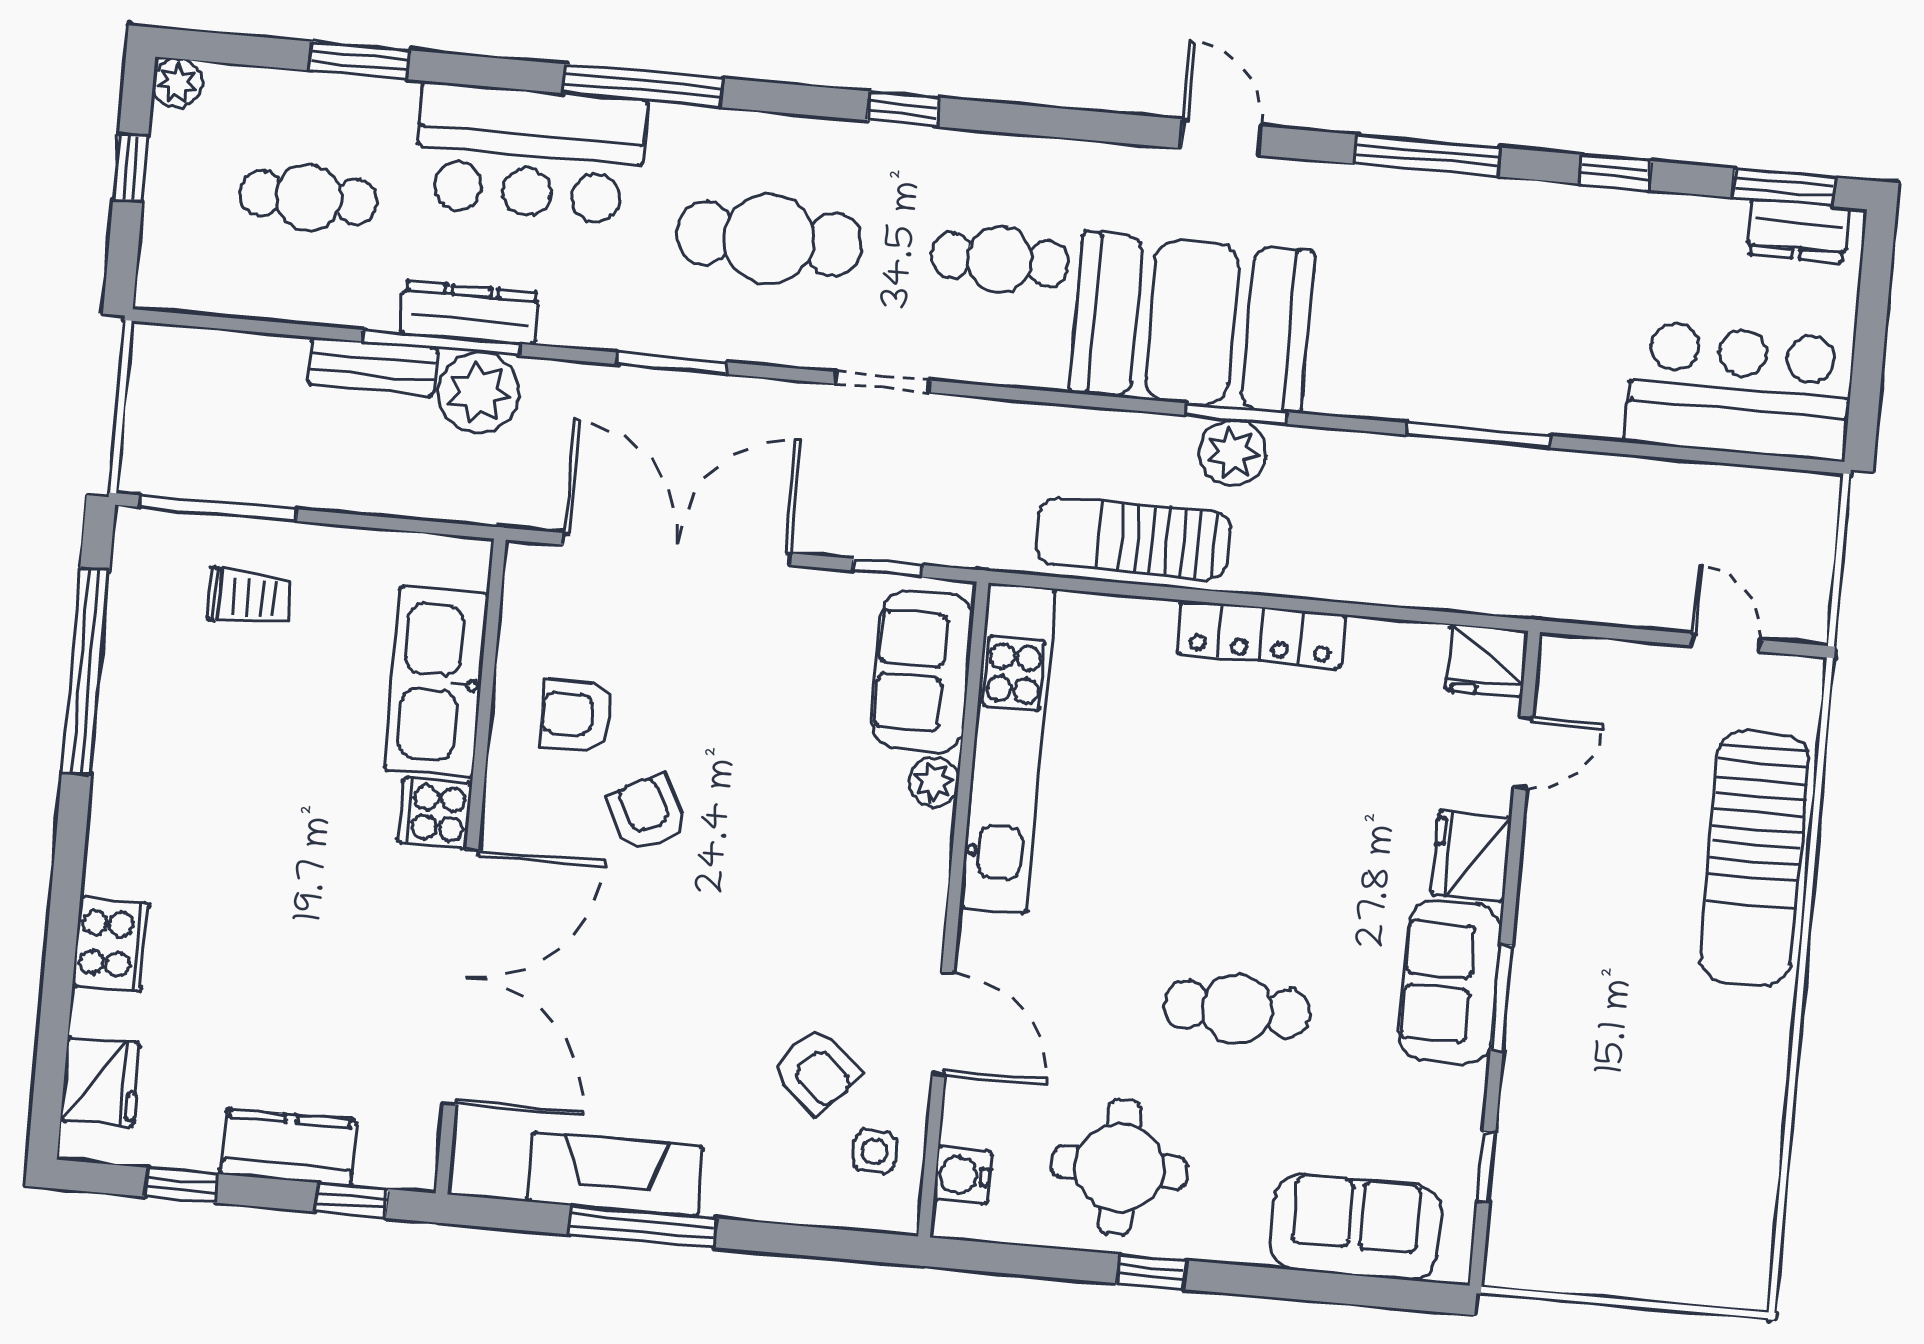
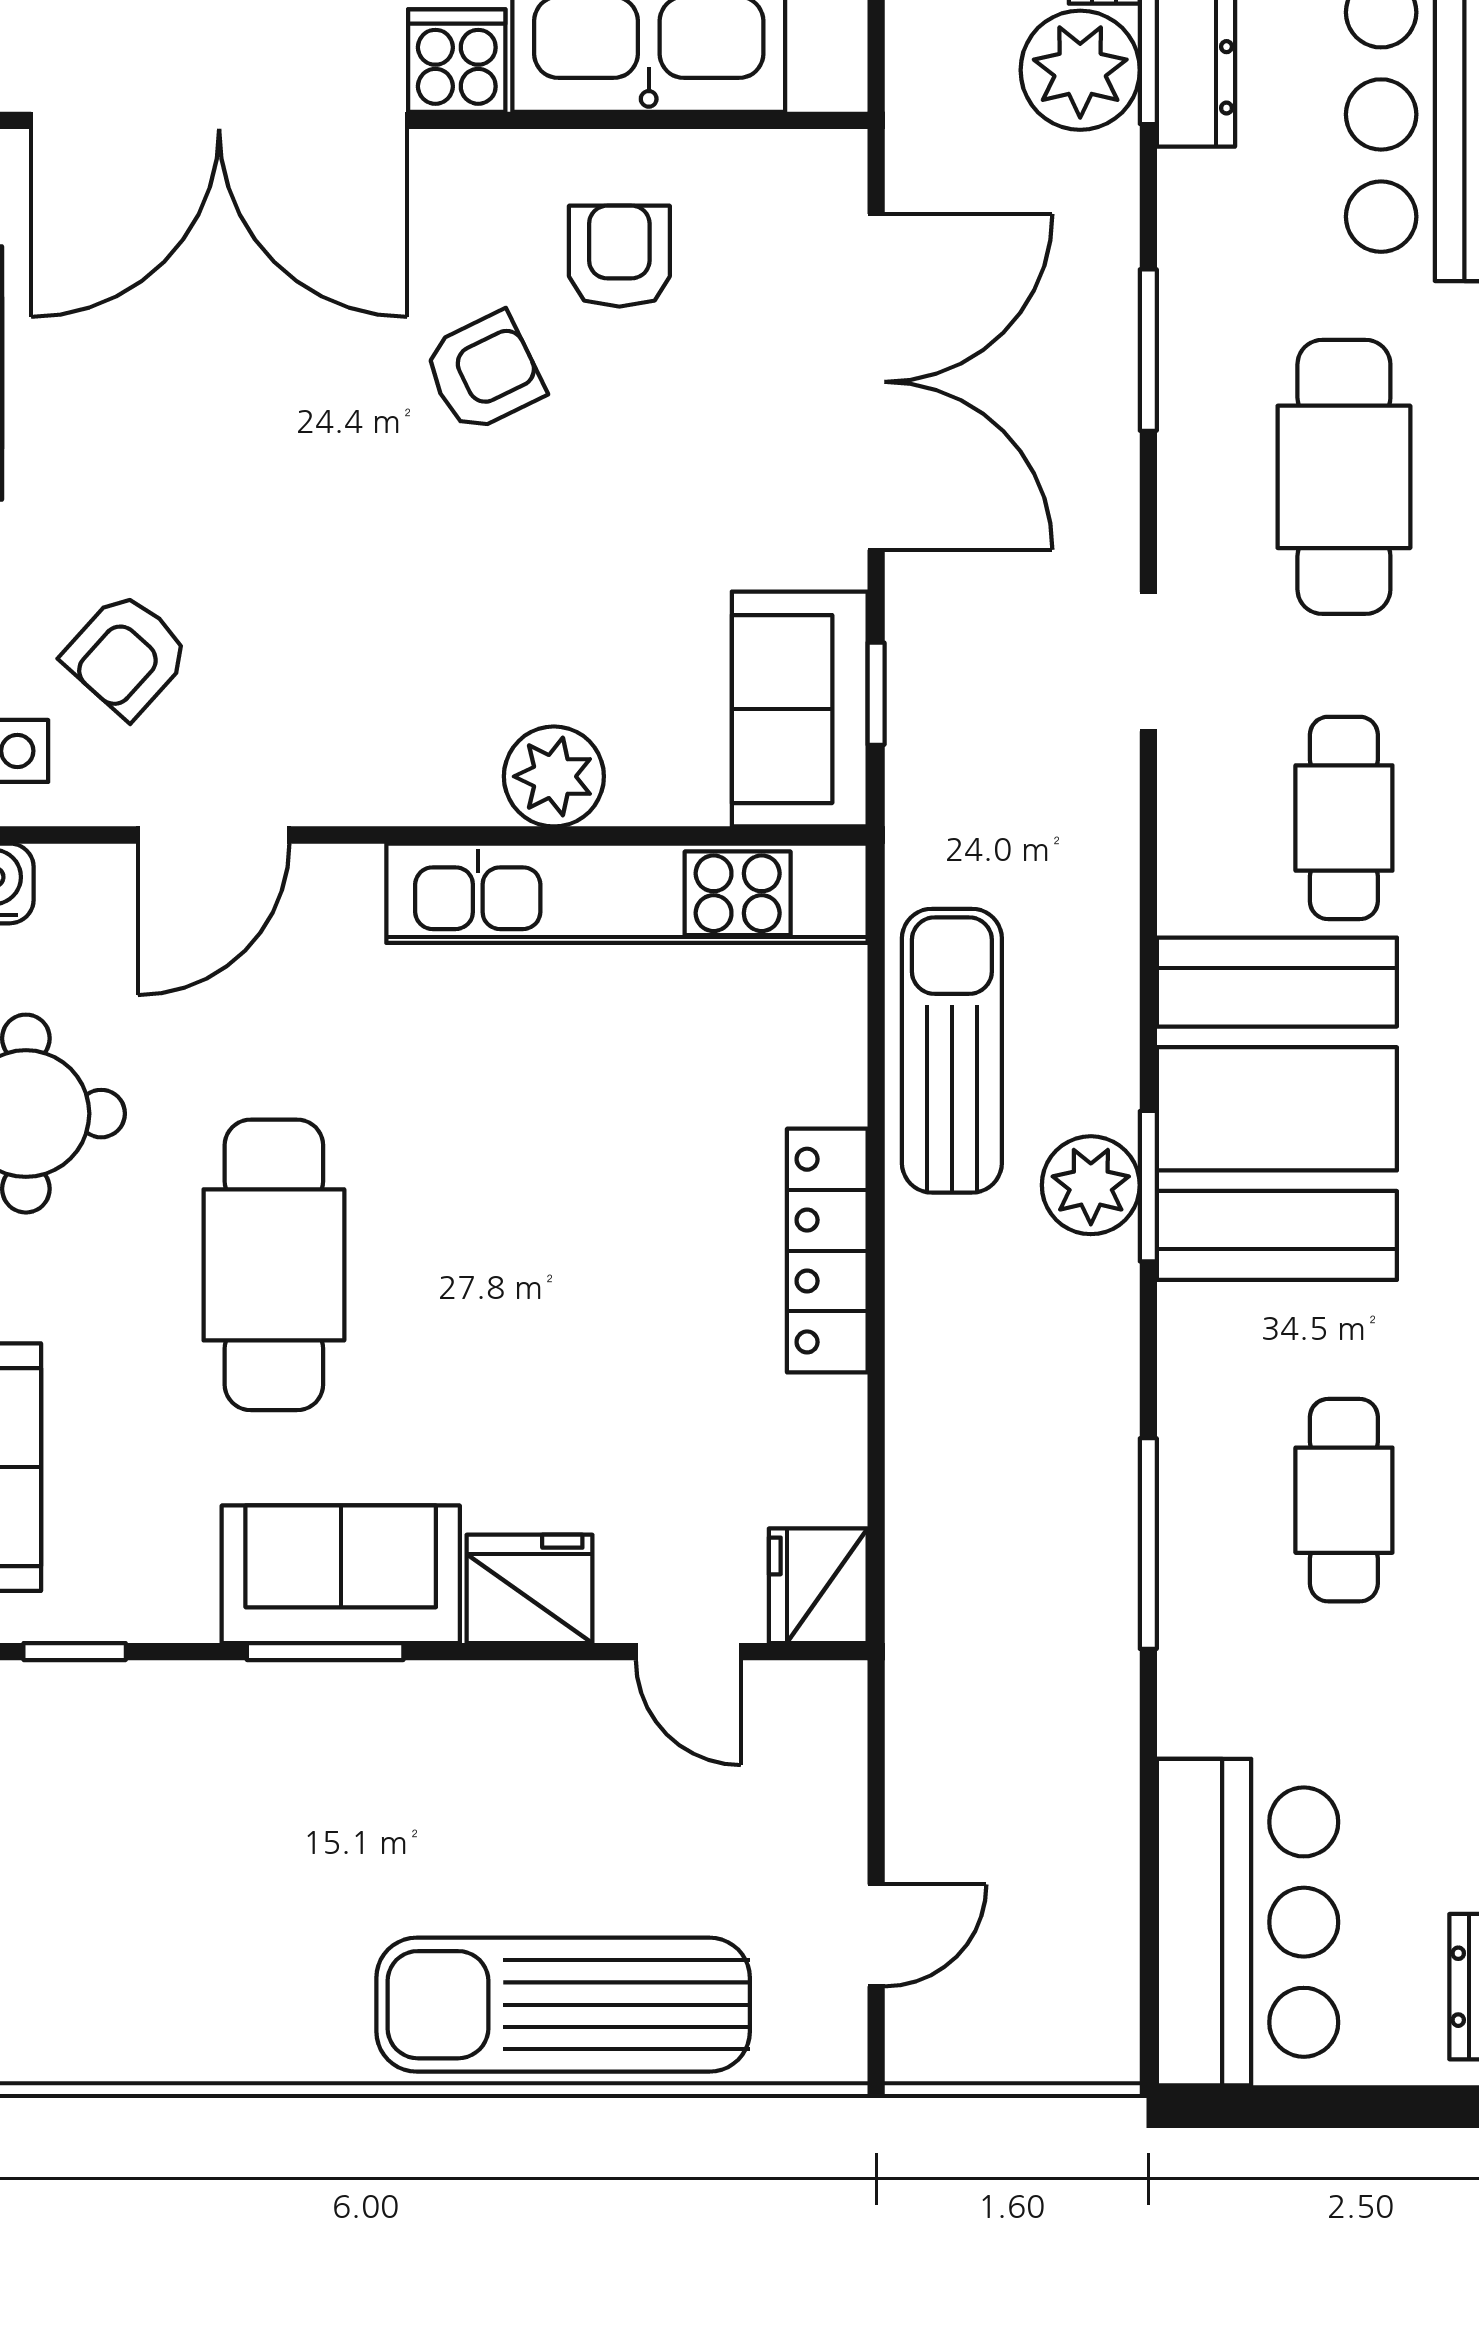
cafe table: (1461, 300) -> (1344, 1500), added
sofa: (923, 672) -> (800, 709), moved, turned -90
plant: (934, 782) -> (554, 776), width x1.38, depth x1.38
cafe table: (1237, 1009) -> (274, 1265), width x1.37, depth x1.35

